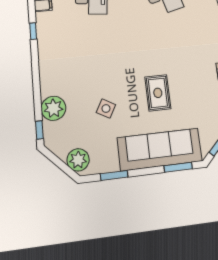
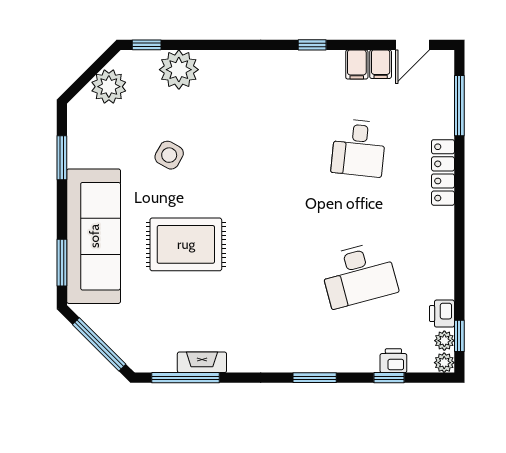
rug: (158, 93) -> (186, 244), width x1.36, depth x1.43
plant: (78, 160) -> (109, 87), moved

